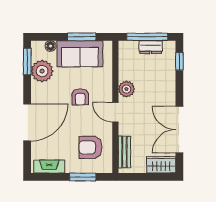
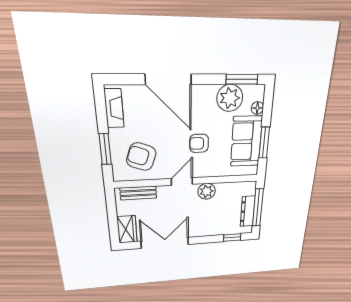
dresser: (151, 47) -> (248, 211), width x1.44
armchair: (90, 147) -> (141, 157), turned -70

